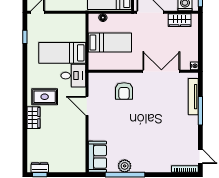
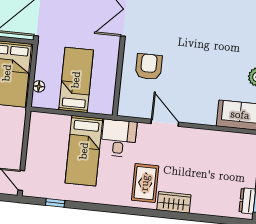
armchair: (124, 91) -> (149, 67), turned -90
door: (87, 106) -> (165, 123), swing flipped

